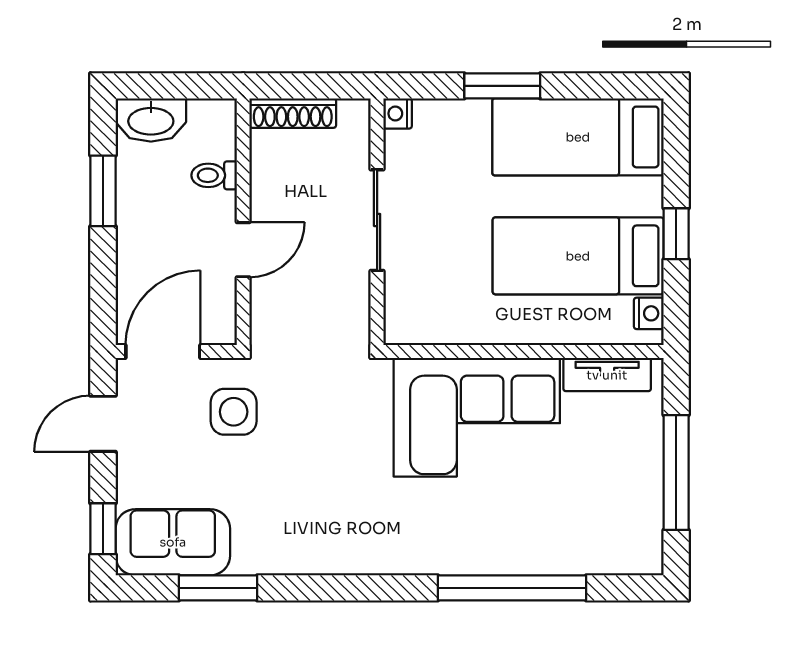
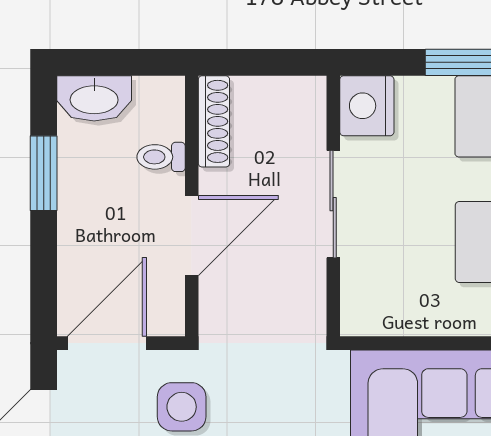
shoe rack: (293, 113) -> (214, 121), moved, turned -90
nightstand: (398, 113) -> (367, 106), width x1.89, depth x1.79
door: (243, 250) -> (192, 236), width x1.38

